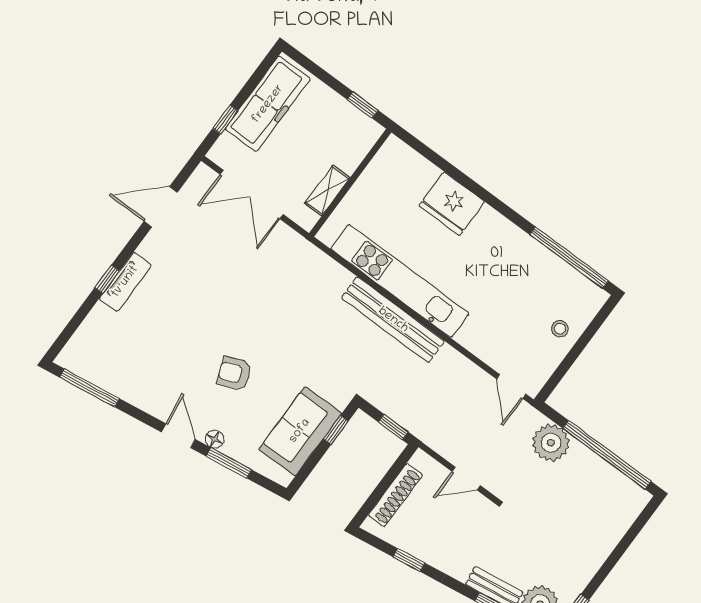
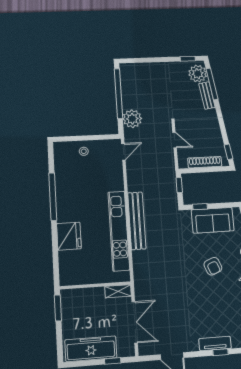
window: (363, 105) -> (58, 308), width x1.50
shelving: (327, 190) -> (118, 291), moved
window: (569, 258) -> (53, 197), moved
window: (409, 560) -> (228, 152), moved

